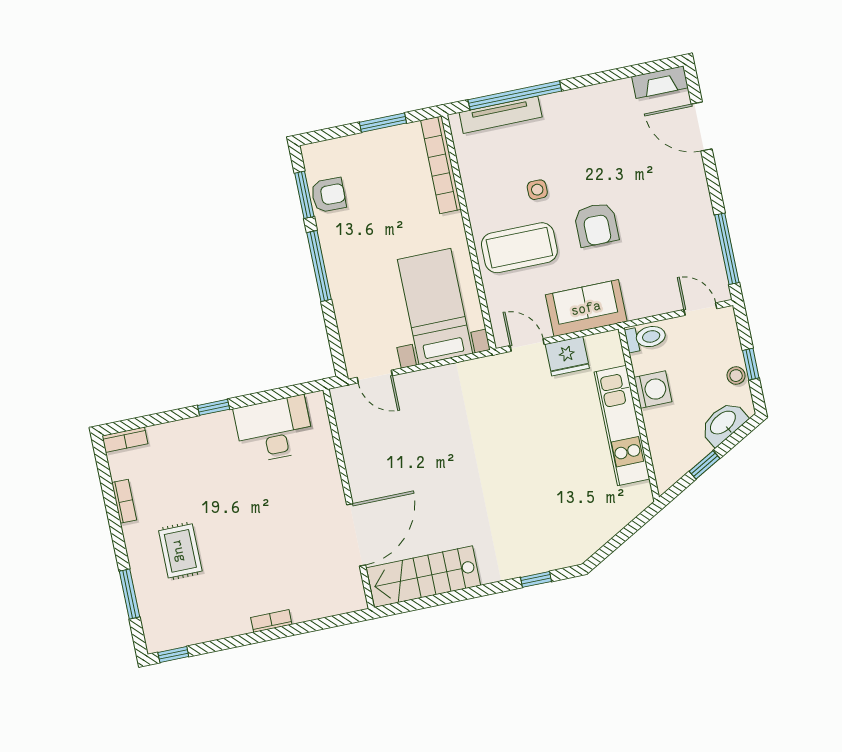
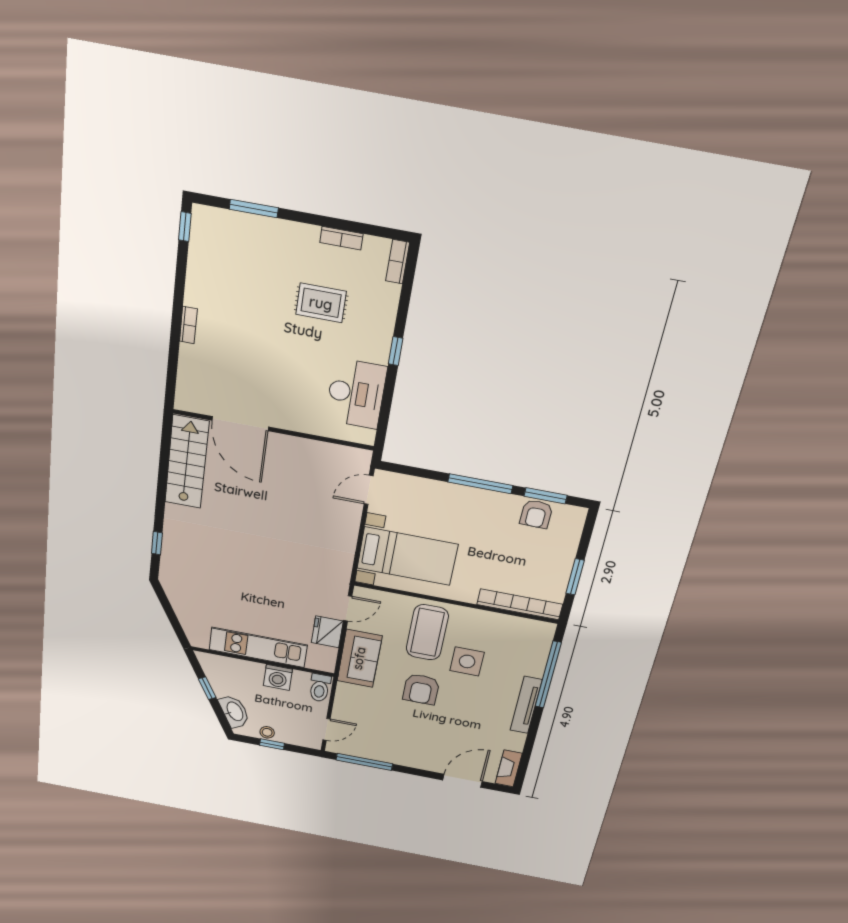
tv unit: (501, 115) -> (526, 705), moved
side table: (537, 190) -> (467, 661), width x1.87, depth x1.87
armchair: (596, 225) -> (421, 689), turned -90
rug: (180, 551) -> (321, 303), moved

